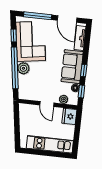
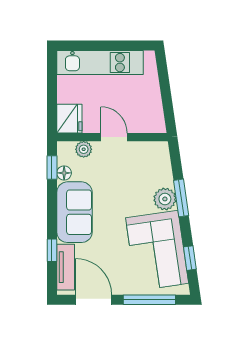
window: (15, 68) -> (181, 198), width x0.47
window: (84, 70) -> (52, 250), moved

